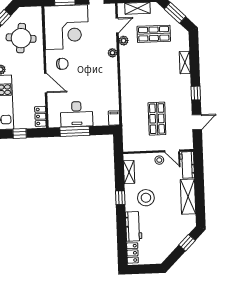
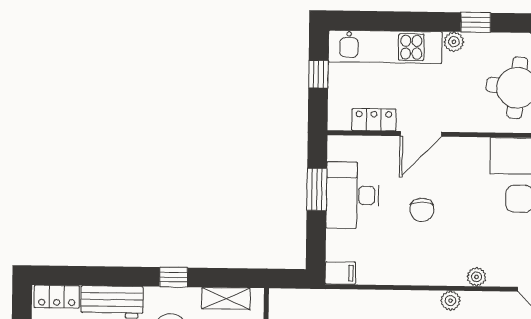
plant: (124, 41) -> (451, 301), moved
chair: (62, 64) -> (422, 210), moved
locker: (40, 116) -> (374, 120), moved
window: (75, 131) -> (317, 189), width x0.69

